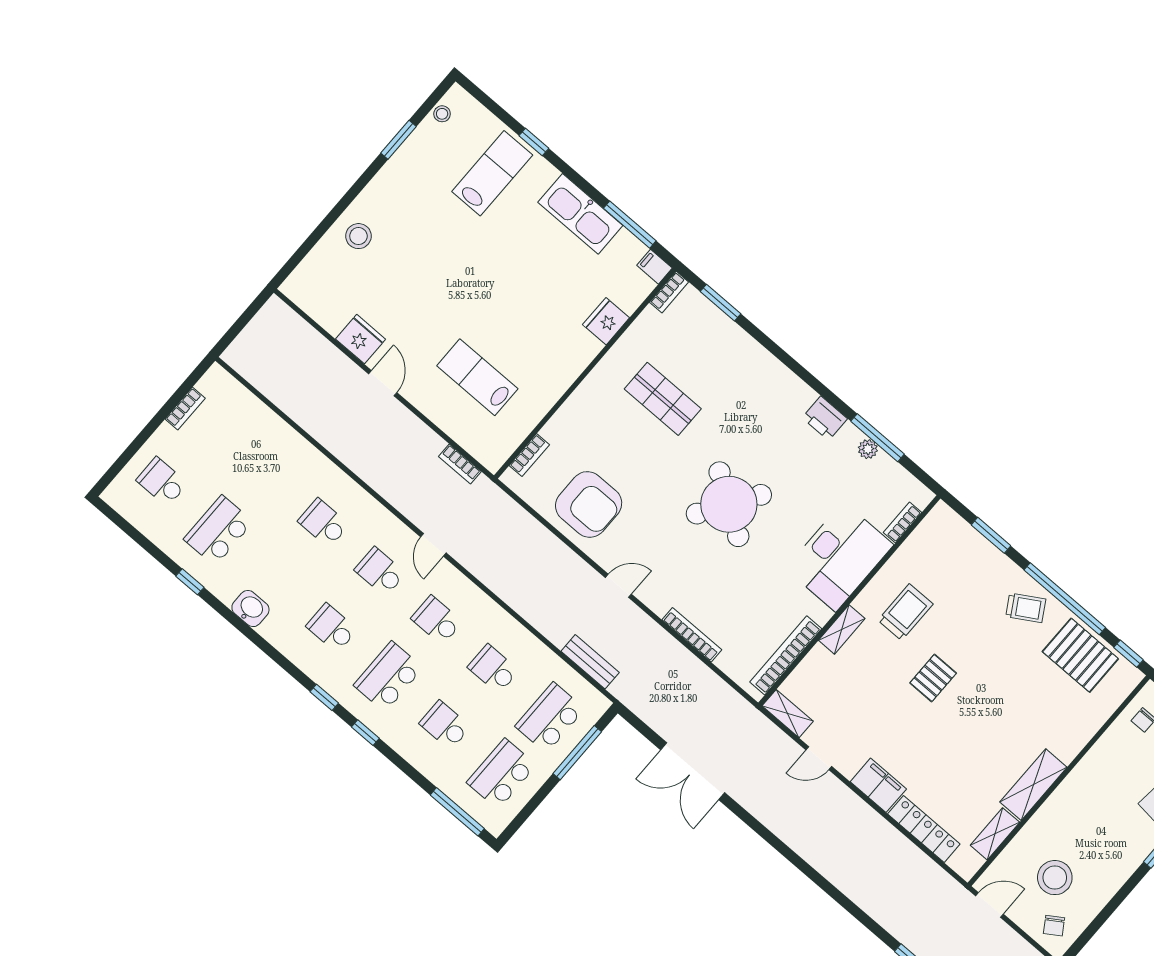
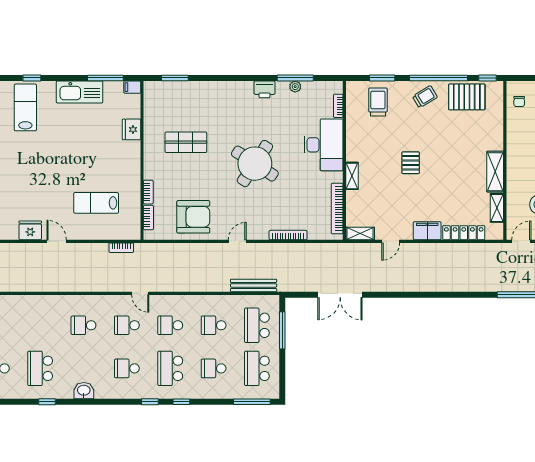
bookcase: (669, 292) -> (148, 192), moved
trolley: (905, 612) -> (378, 102), moved
bench: (590, 662) -> (254, 285), width x1.36

